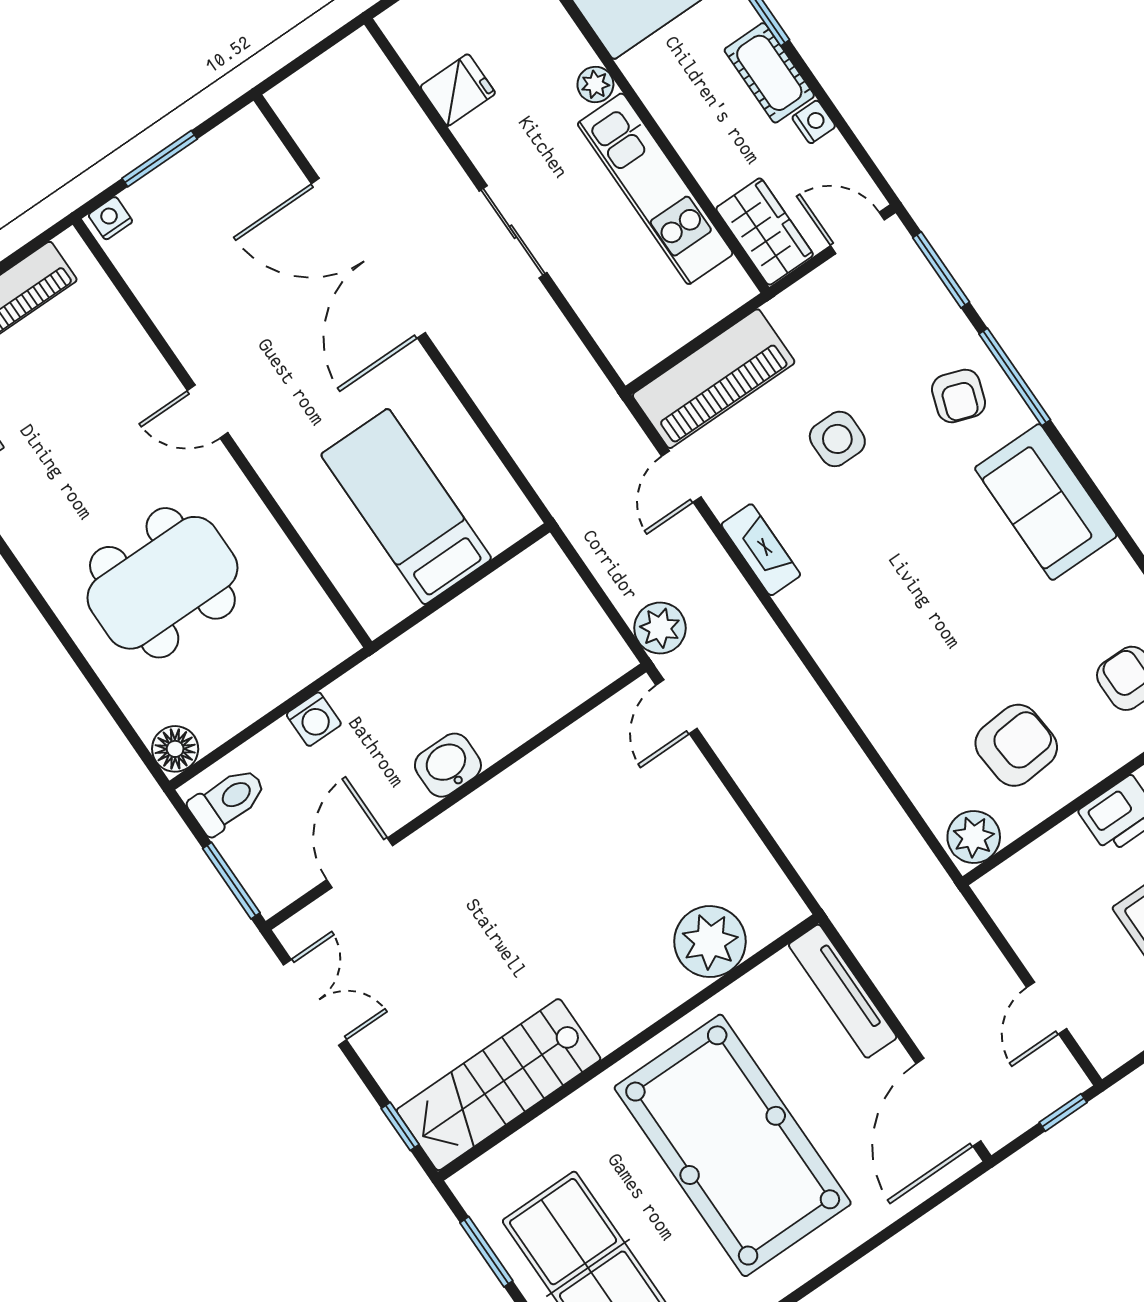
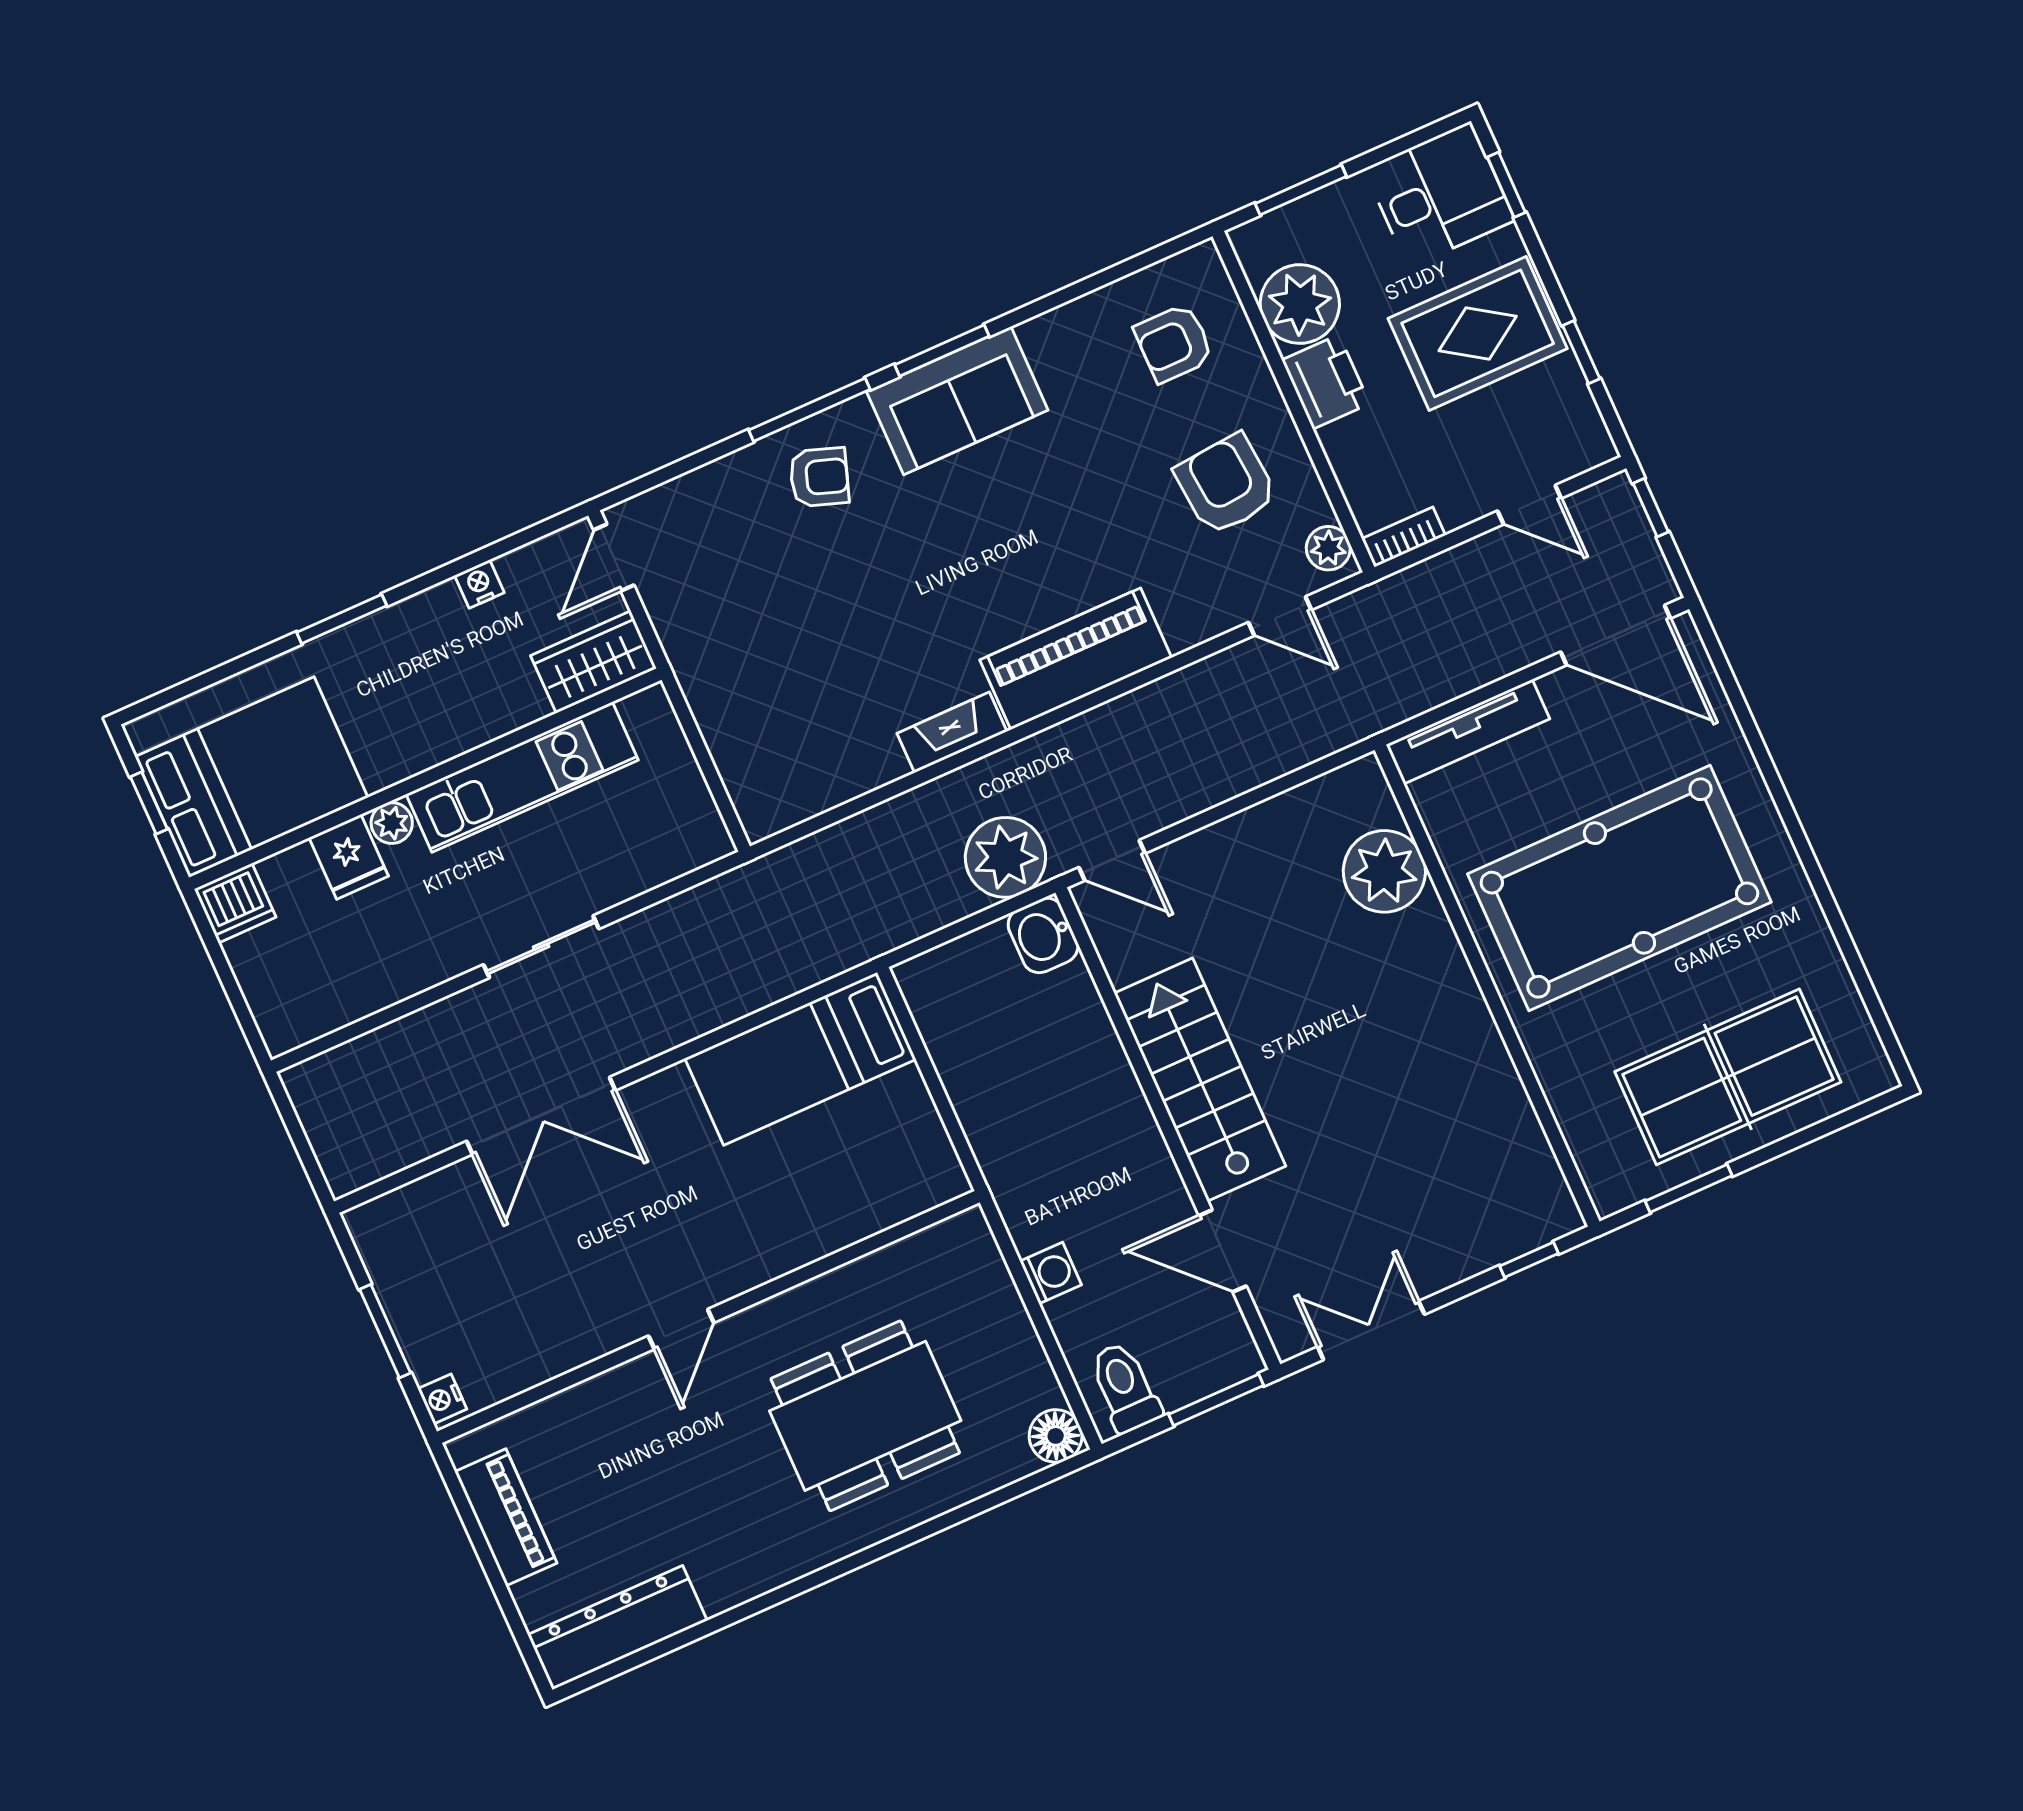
cot: (769, 73) -> (415, 624), removed
fridge: (458, 90) -> (349, 857), moved, turned 180
double door: (368, 258) -> (541, 1116), width x0.73
window: (941, 270) -> (942, 350), moved
piano: (714, 379) -> (1076, 659), moved, turned -90
side table: (837, 439) -> (843, 623), removed
door: (681, 477) -> (1280, 616), moved
bed: (406, 507) -> (800, 1059), moved
dining table: (162, 583) -> (865, 1416), turned 90
plant: (660, 628) -> (1005, 857), width x1.36, depth x1.36
washbasin: (448, 765) -> (1043, 935), moved
plant: (974, 837) -> (1328, 548), width x0.73, depth x0.73
bookcase: (999, 906) -> (1404, 537), added
stairs: (499, 1085) -> (1200, 1080), moved, turned 180

